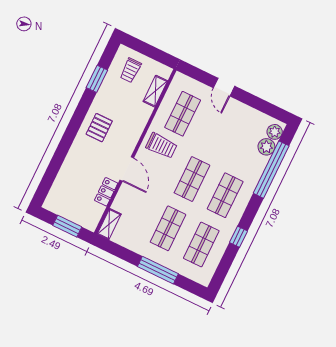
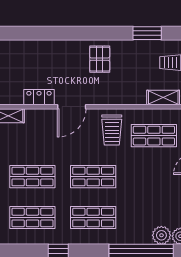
pallet: (99, 128) -> (100, 59), turned 90

